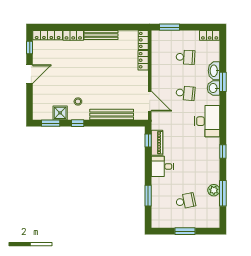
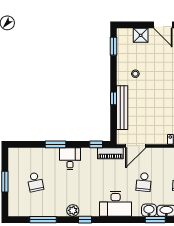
shower: (60, 113) -> (141, 35), moved
window: (78, 123) -> (114, 98), moved
piano: (157, 143) -> (110, 153), moved
plant: (214, 190) -> (73, 210), moved
window: (148, 196) -> (55, 144), moved

